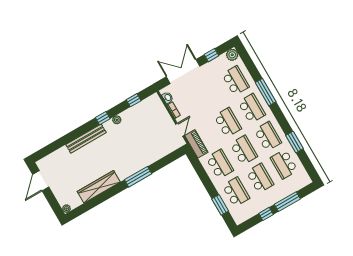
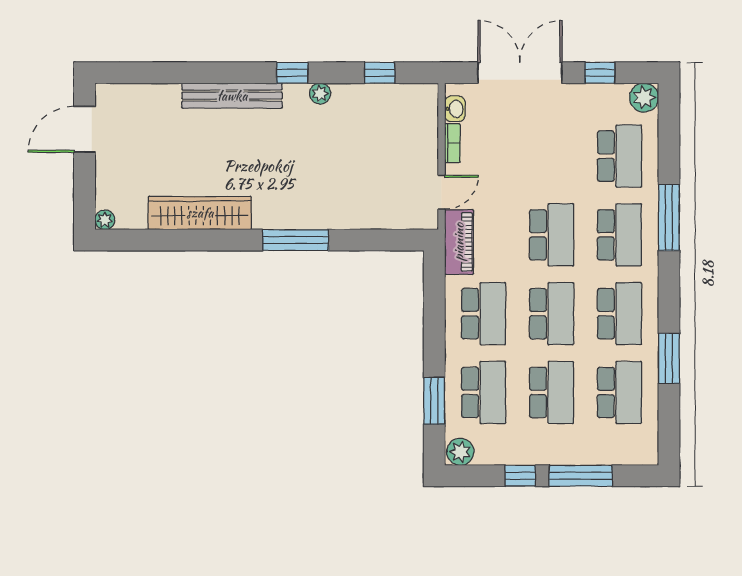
school desk: (284, 164) -> (619, 392), turned 180
plant: (240, 218) -> (460, 452), added

